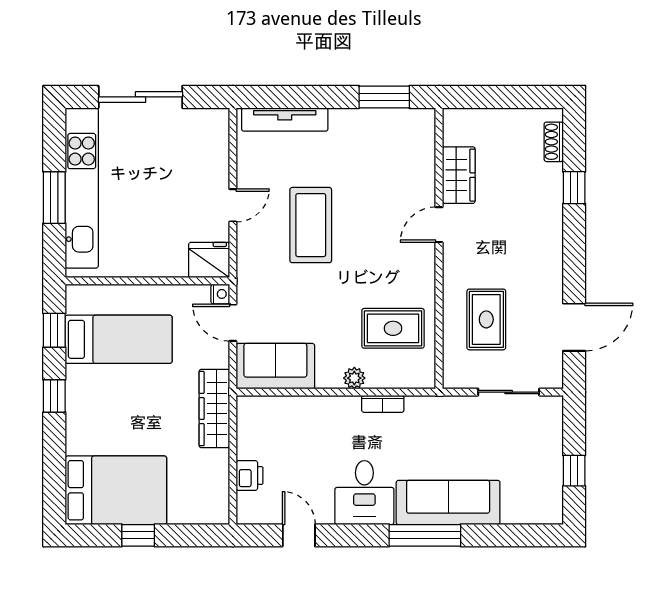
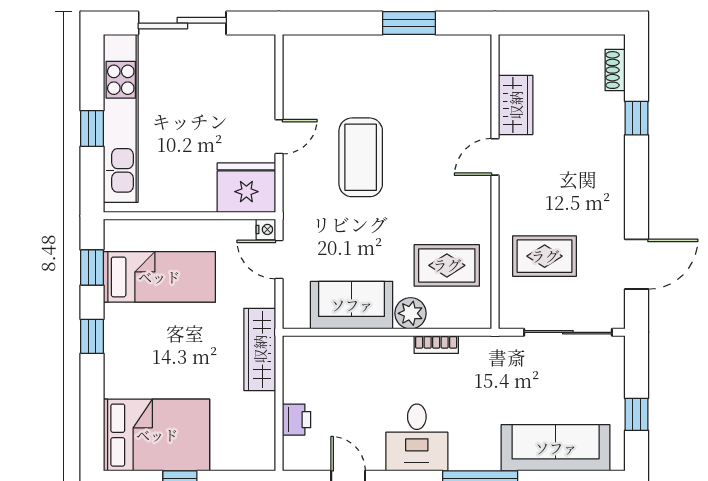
window: (384, 97) -> (409, 23), moved
tv unit: (285, 120) -> (333, 47), removed
window: (54, 198) -> (92, 129), width x0.67
fridge: (209, 260) -> (246, 188), width x1.36, depth x1.34
rug: (486, 319) -> (545, 256), turned 90
sofa: (275, 366) -> (352, 305), moved
plant: (354, 378) -> (411, 313), width x1.38, depth x1.38
sliding door: (509, 392) -> (568, 332), width x1.37
sofa: (448, 502) -> (556, 448), moved

